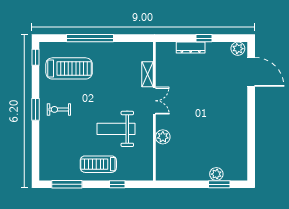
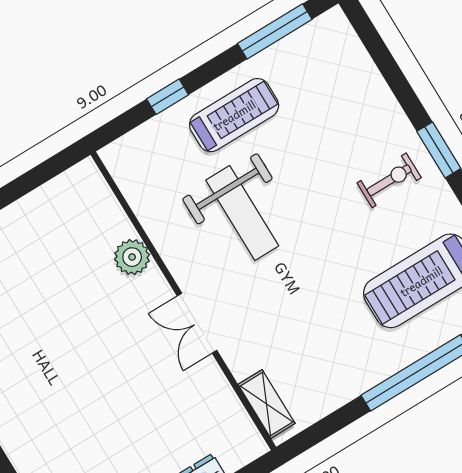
shelving: (147, 74) -> (267, 404), moved
weight bench: (116, 129) -> (242, 213), turned 90

